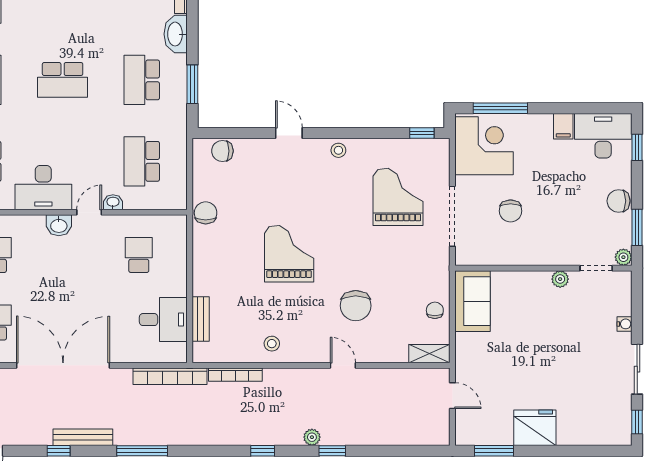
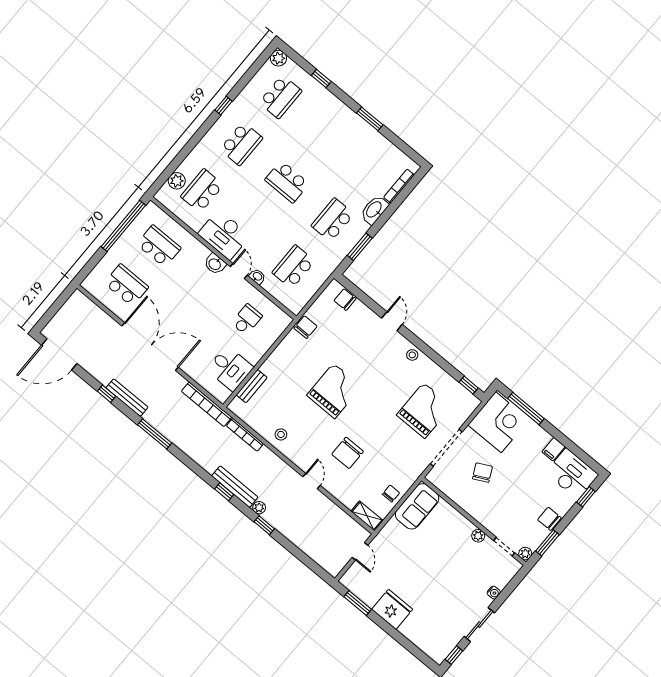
chair: (511, 211) -> (482, 473), turned 153
door: (89, 212) -> (239, 271), hinge flipped
bench: (269, 436) -> (235, 487), added

